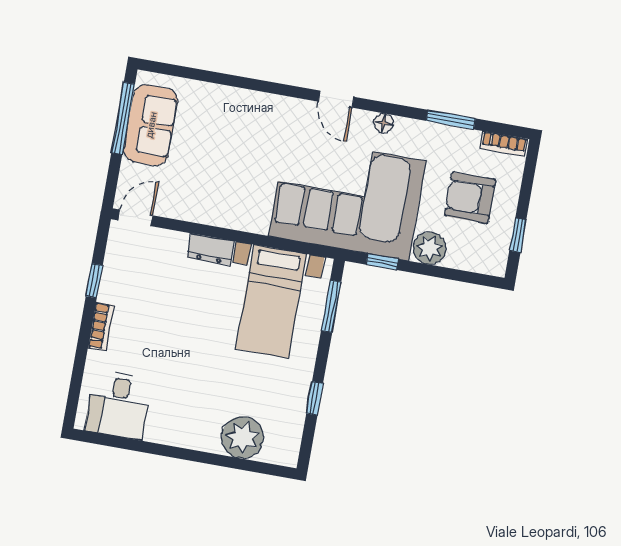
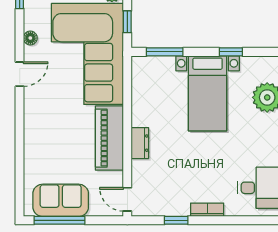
piano: (225, 208) -> (109, 138), added
bed with nightstands: (271, 301) -> (208, 93), moved, turned 90

